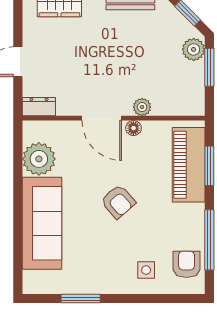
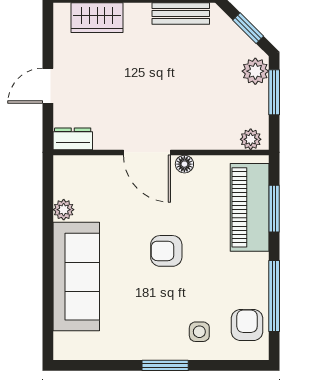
plant: (142, 107) -> (251, 139), moved
plant: (39, 159) -> (64, 210), width x0.53, depth x0.53
armchair: (118, 202) -> (166, 251), turned 131
window: (81, 299) -> (165, 365), moved

